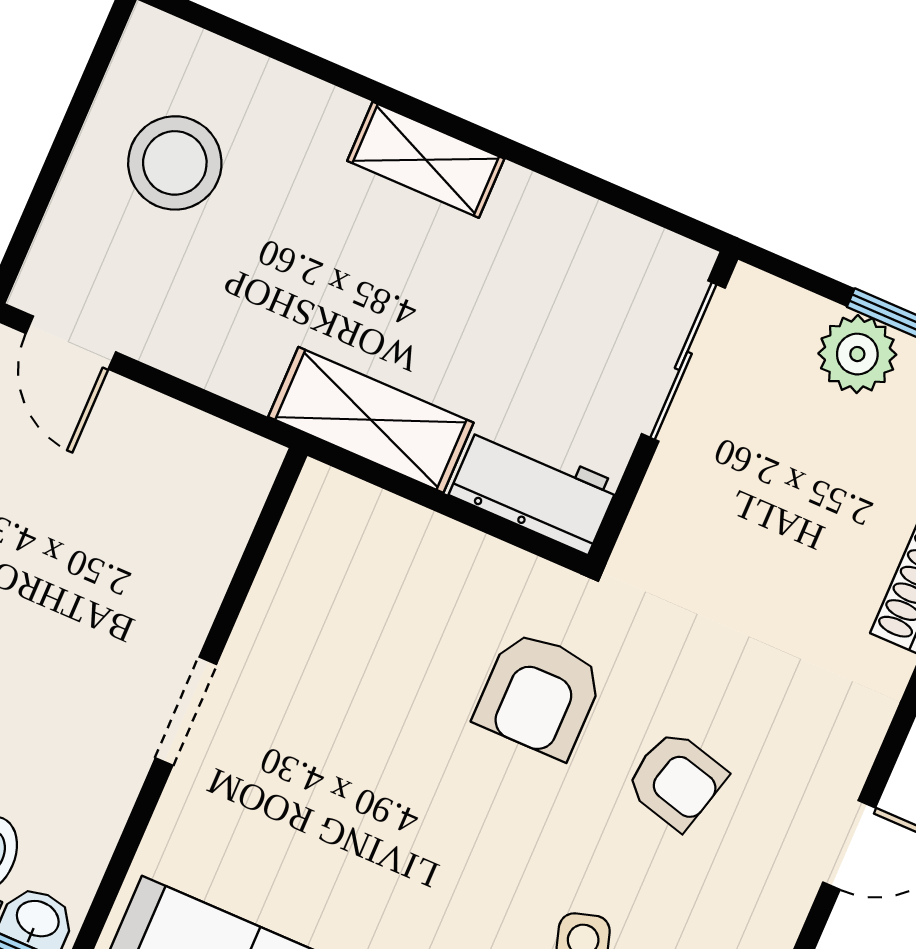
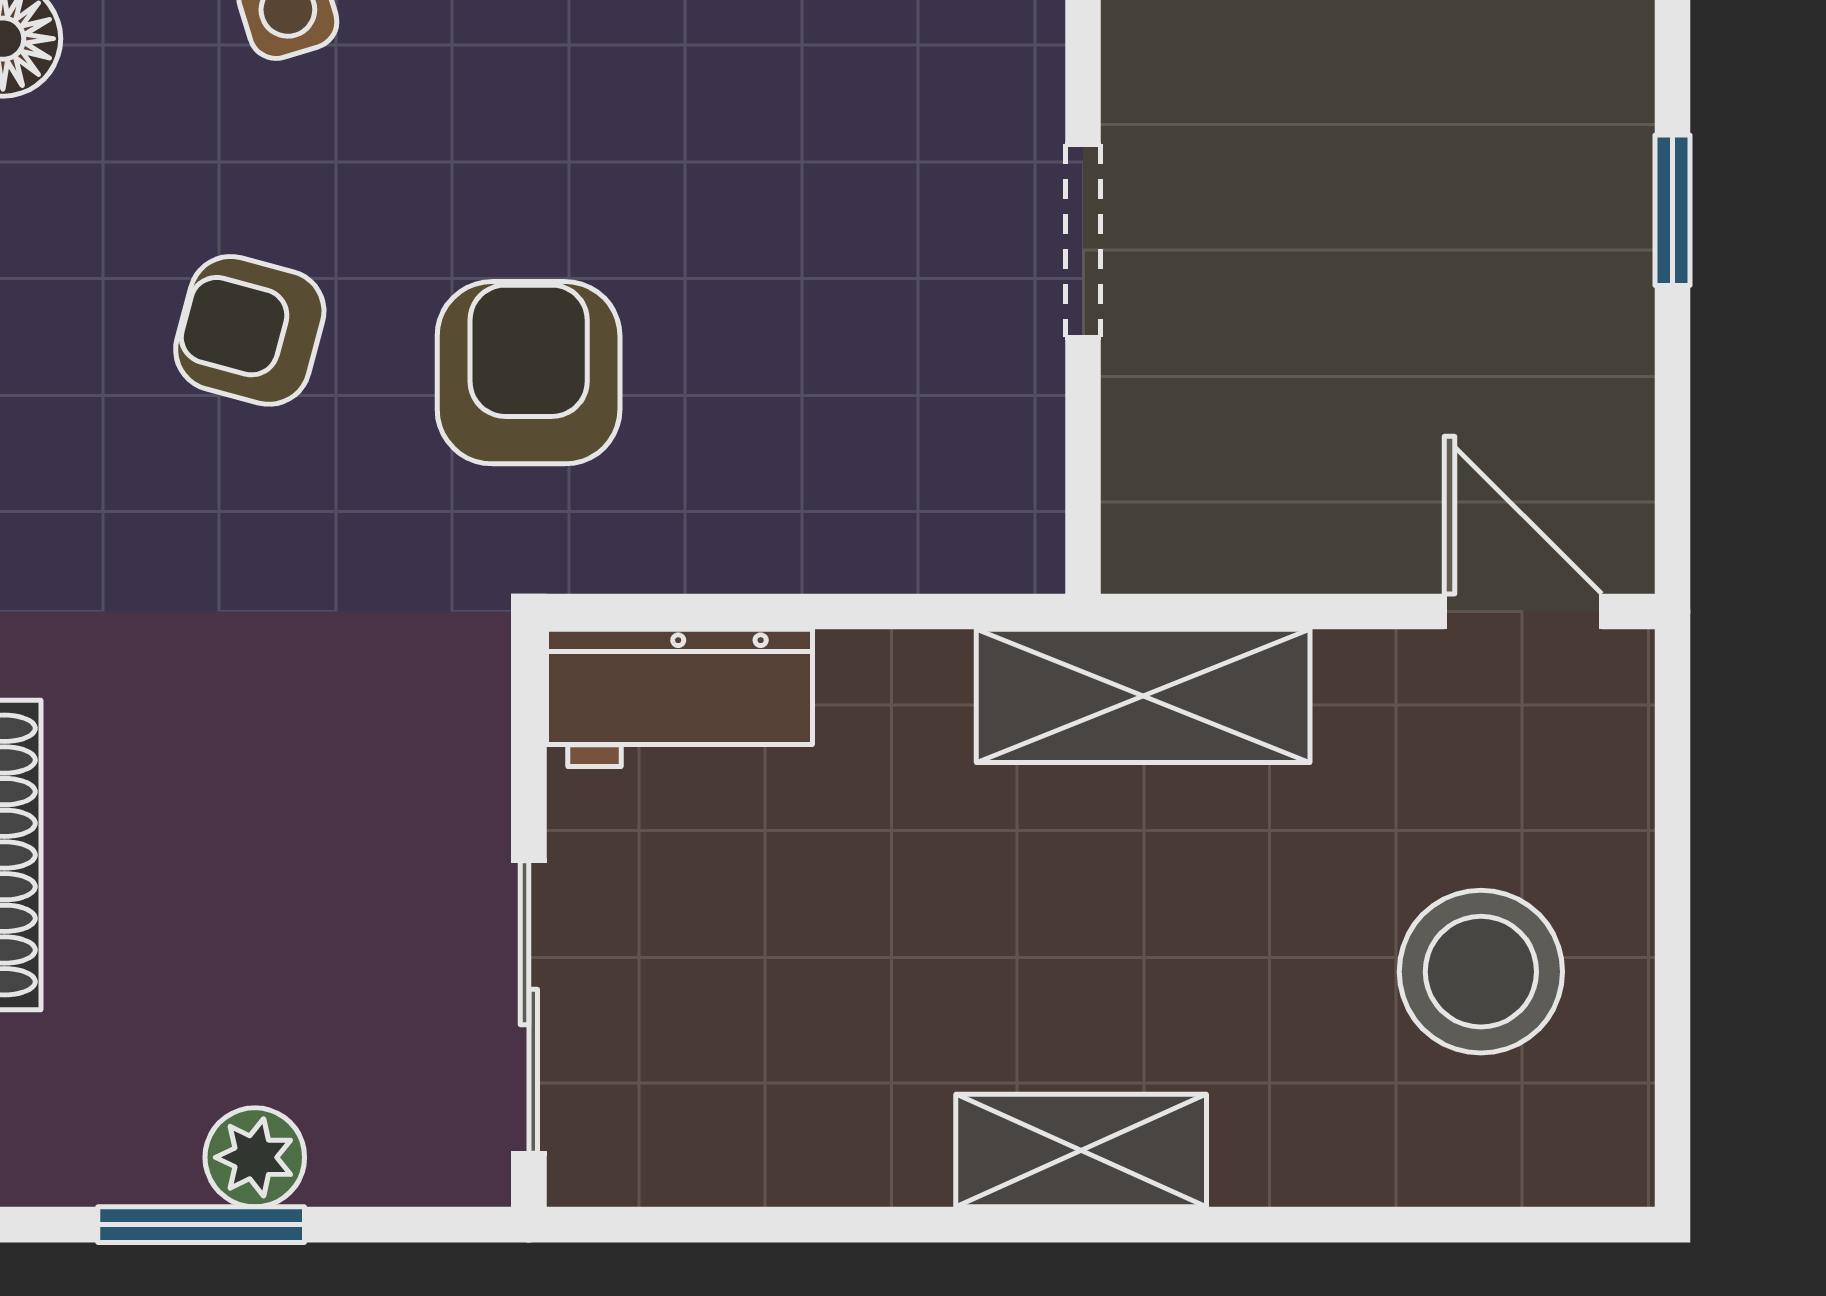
plant: (857, 354) -> (255, 1157), width x0.73, depth x0.73
shelving: (371, 420) -> (1143, 696), moved
doorway: (186, 711) -> (1083, 241), moved

